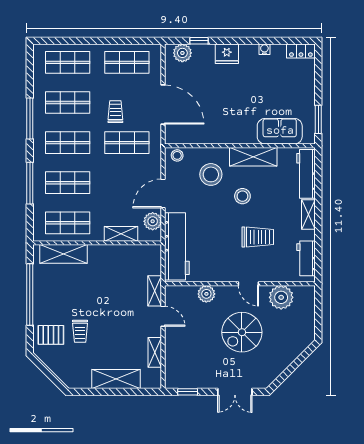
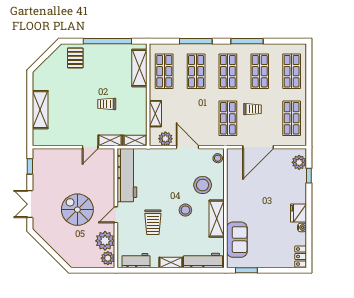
fridge: (227, 54) -> (298, 213), moved
workbench: (177, 246) -> (127, 175), moved, turned -90
plant: (206, 294) -> (108, 258), moved
trolley: (80, 331) -> (107, 104), moved
shelving: (155, 352) -> (135, 140), moved

